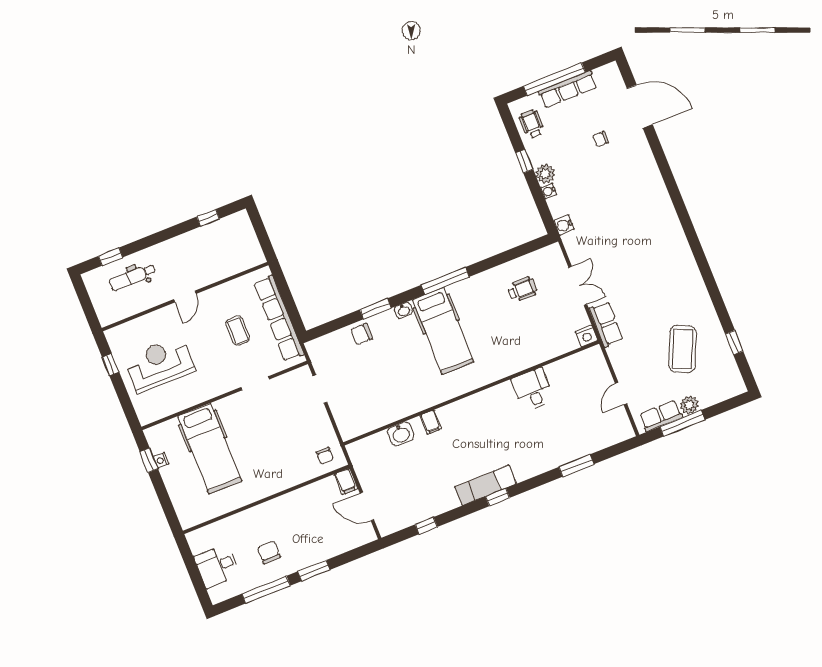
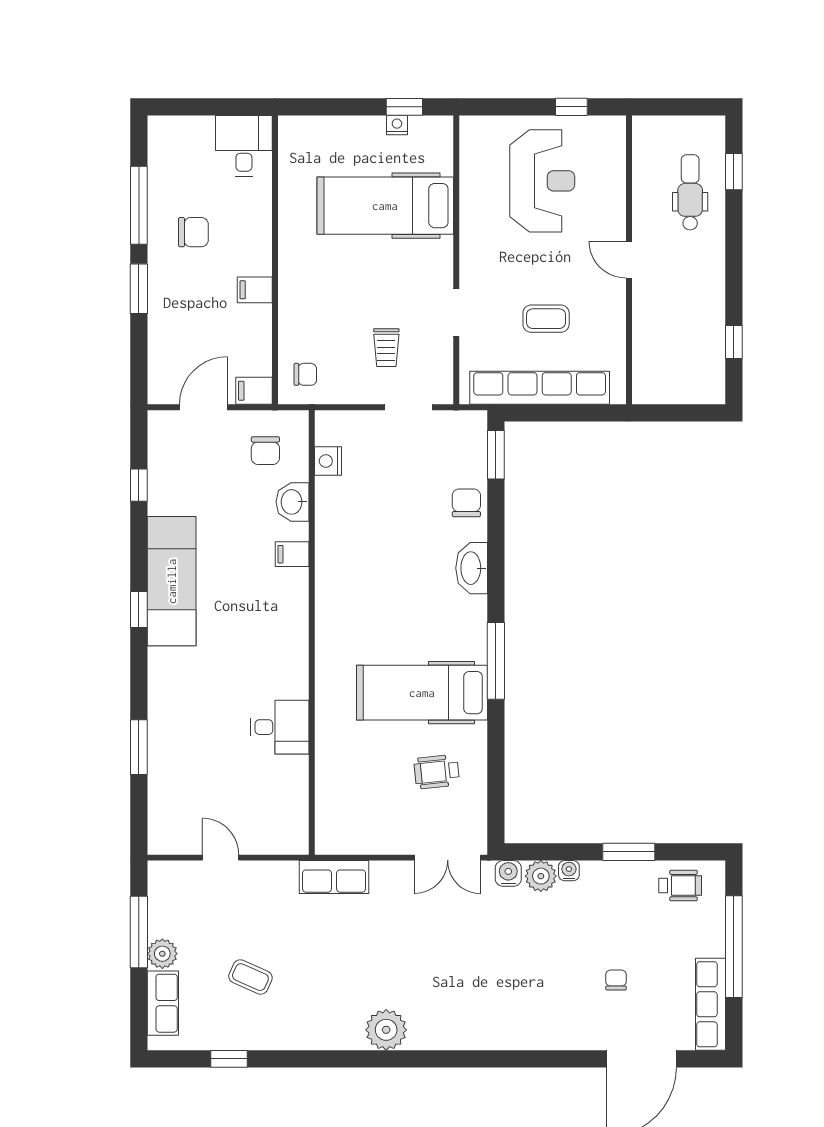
row of seats: (568, 89) -> (711, 1004), moved
window: (524, 161) -> (629, 852), width x1.50
plant: (545, 174) -> (541, 876), moved
plant: (682, 259) -> (386, 1030), added
double door: (578, 286) -> (448, 858), moved
wheelchair: (522, 290) -> (437, 772), turned 84
window: (375, 309) -> (496, 455), moved
washbasin: (404, 310) -> (472, 568), width x1.91, depth x1.45
hospital bed: (443, 331) -> (422, 693), moved
nightstand: (586, 336) -> (328, 461), moved
coffee table: (682, 349) -> (250, 977), width x0.54, depth x0.58
trolley: (291, 415) -> (386, 348), added
row of seats: (661, 416) -> (163, 1003), moved
chair: (325, 456) -> (305, 374), turned 180
chair: (378, 461) -> (265, 451), added
exam couch: (485, 485) -> (172, 581), width x1.36, depth x1.45
filing cabinet: (288, 504) -> (255, 290), added
desk: (217, 566) -> (244, 146), moved

